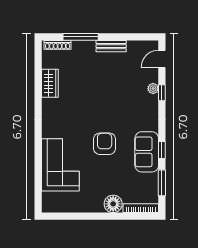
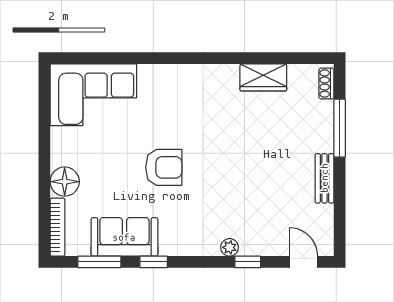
shoe rack: (58, 45) -> (326, 84), width x0.70
plant: (153, 89) -> (230, 247), moved
sofa: (147, 152) -> (124, 237), moved
corner sofa: (60, 165) -> (93, 95), moved

